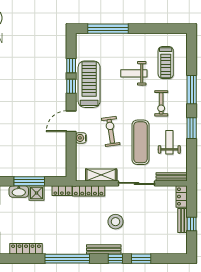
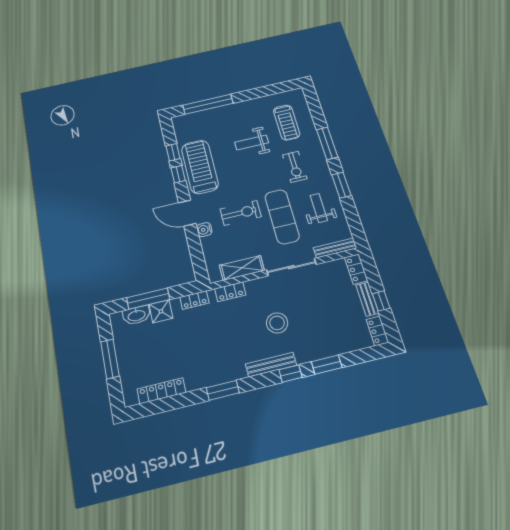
door: (71, 121) -> (187, 213), hinge flipped
exercise bike: (111, 131) -> (241, 213), turned 98
locker: (89, 191) -> (230, 292), width x0.66
locker: (182, 244) -> (377, 331), added
window: (67, 259) -> (223, 390), width x0.47

